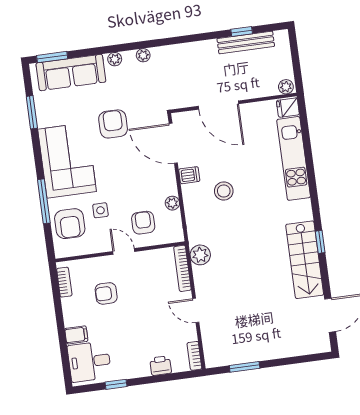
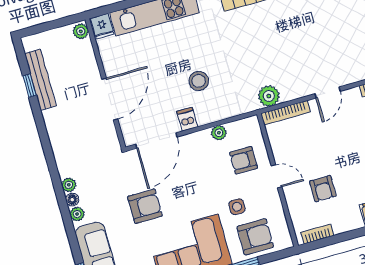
floor lamp: (129, 57) -> (72, 200), added
armchair: (113, 124) -> (145, 206), turned 180
door: (124, 251) -> (276, 176), swing flipped

